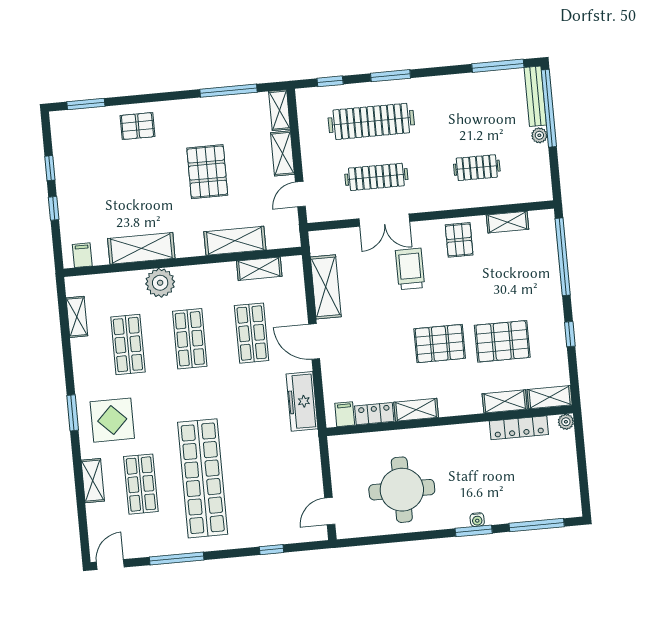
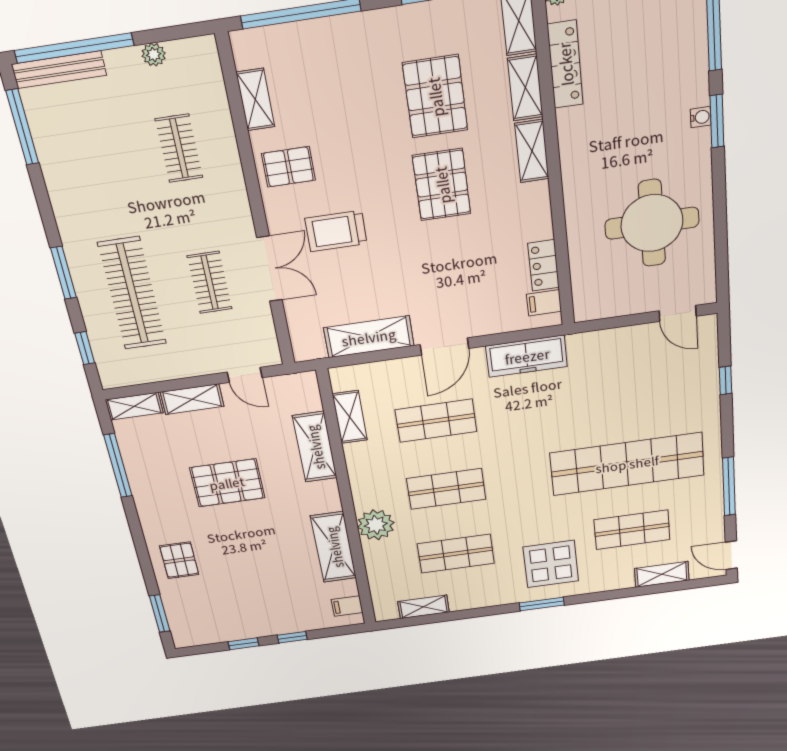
plant: (539, 135) -> (154, 55), moved
clothes rail: (376, 177) -> (210, 282), width x0.73
shelving: (416, 410) -> (532, 151), moved
shelving: (93, 481) -> (662, 574), moved

